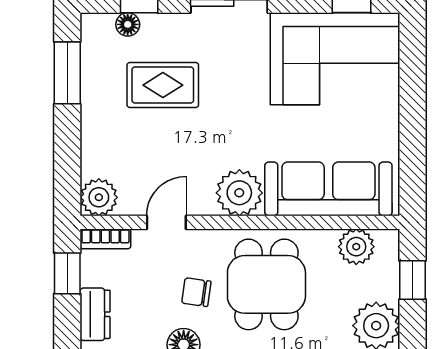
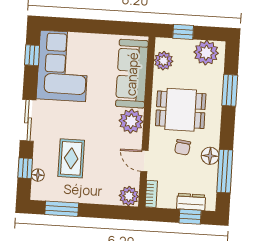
window: (67, 273) -> (190, 217), moved

